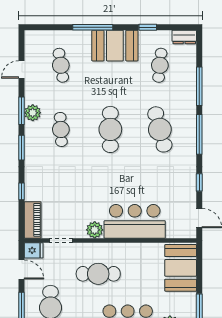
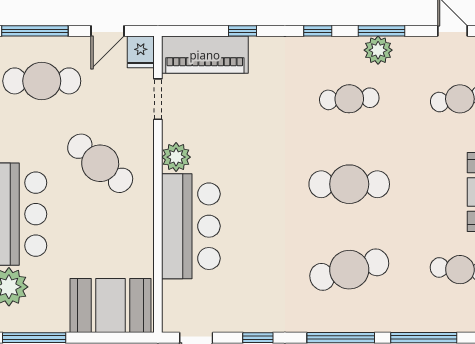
window: (21, 148) -> (318, 31), width x0.67
piano: (33, 220) -> (205, 55), width x1.37, depth x1.33
cafe table: (98, 274) -> (100, 163), turned -50

